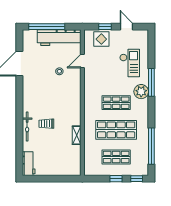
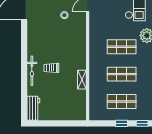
shop shelf: (116, 130) -> (122, 74), width x0.70, depth x0.74

